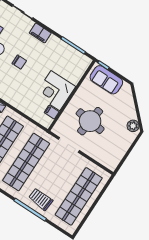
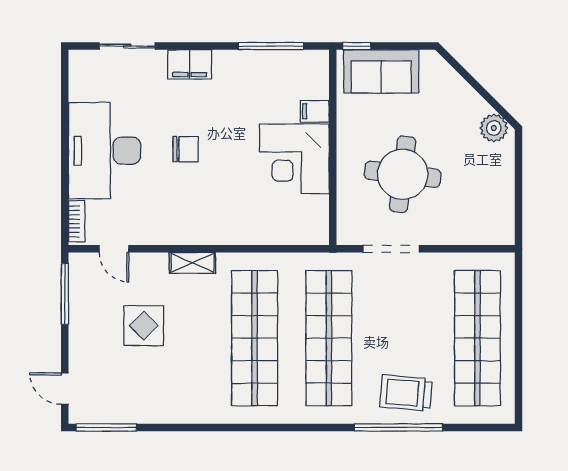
filing cabinet: (52, 112) -> (315, 111), moved

